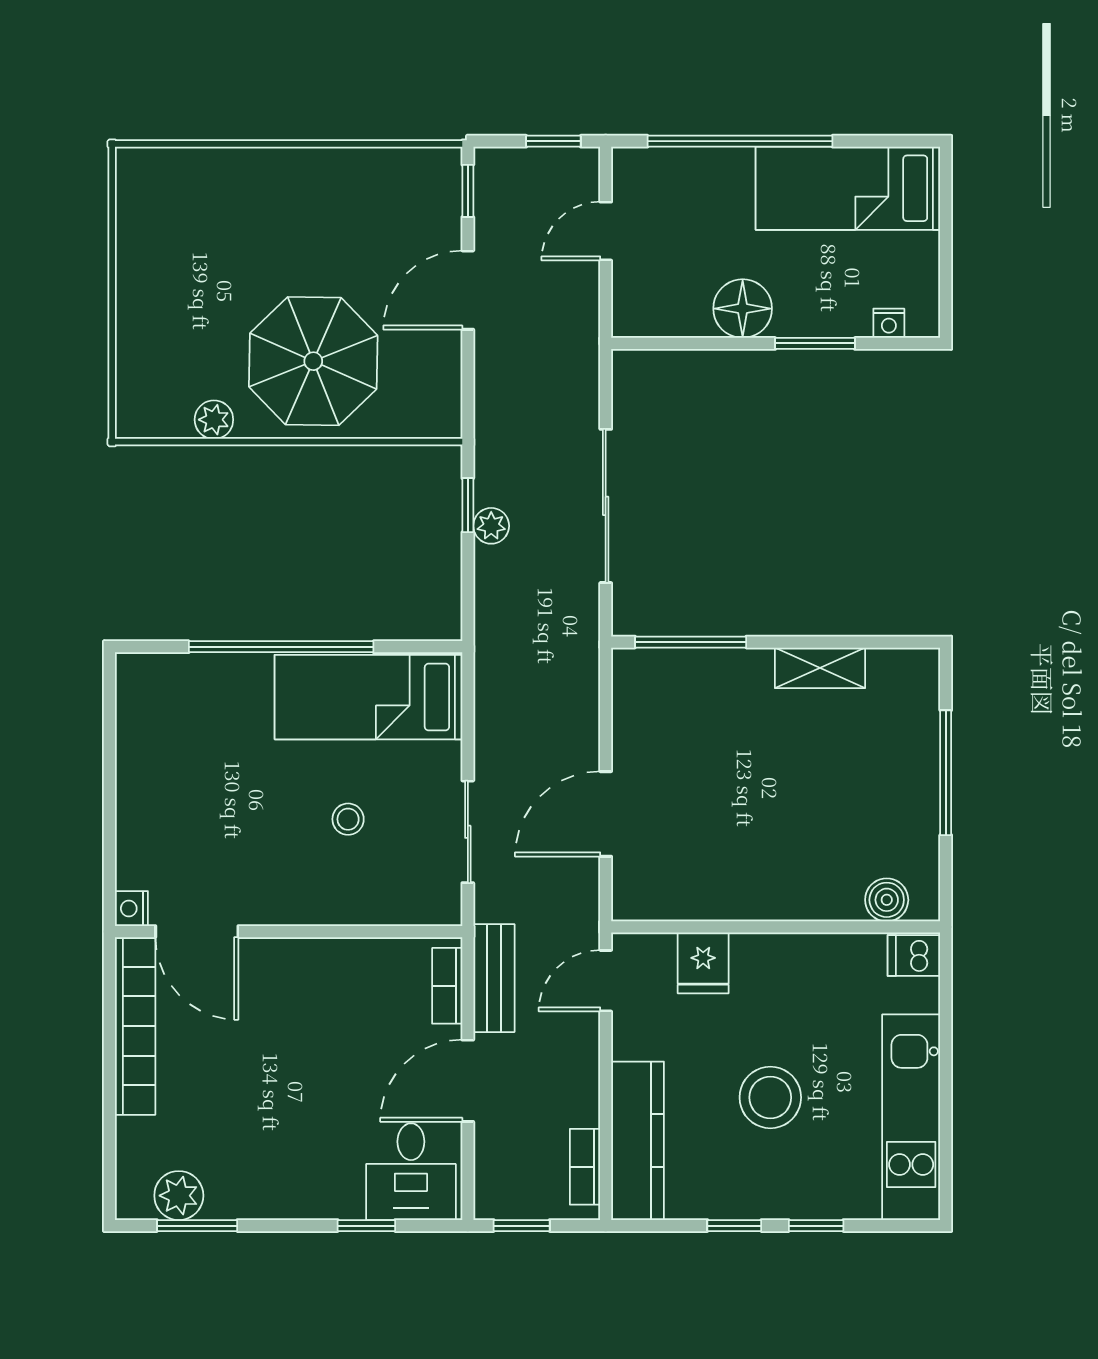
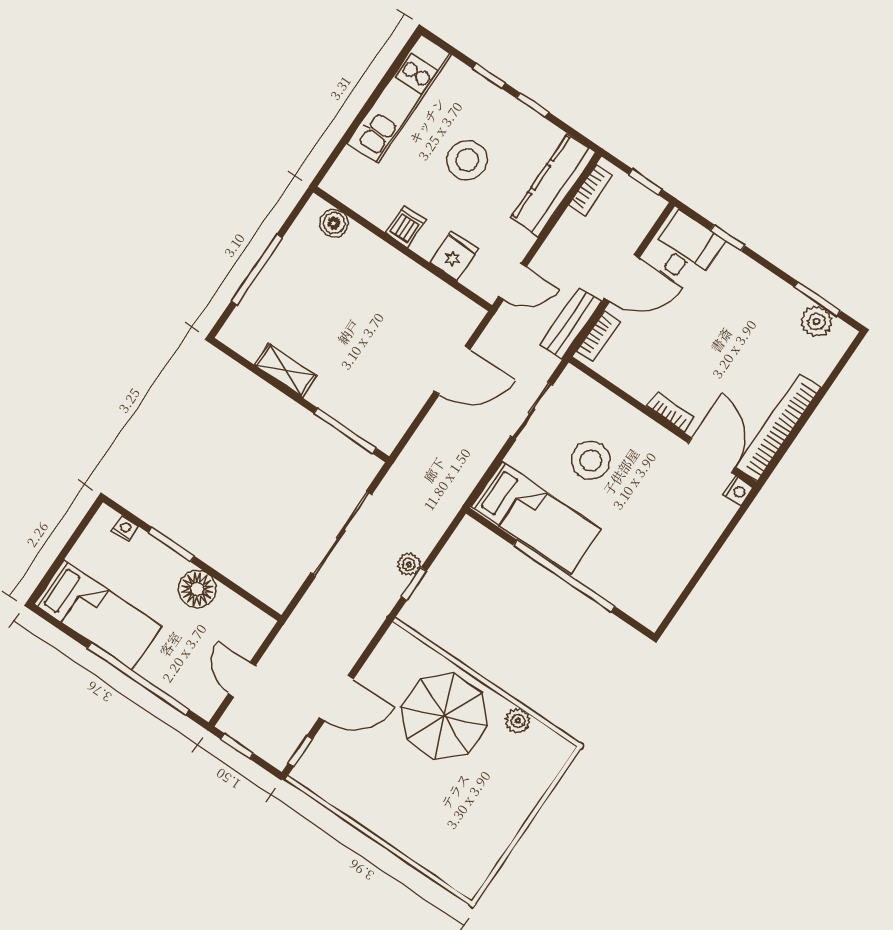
door: (606, 231) -> (242, 680), swing flipped
stool: (348, 819) -> (591, 460), width x1.89, depth x1.89
bookcase: (288, 951) -> (670, 412), added
dishwasher: (914, 955) -> (406, 226), moved, turned -90

